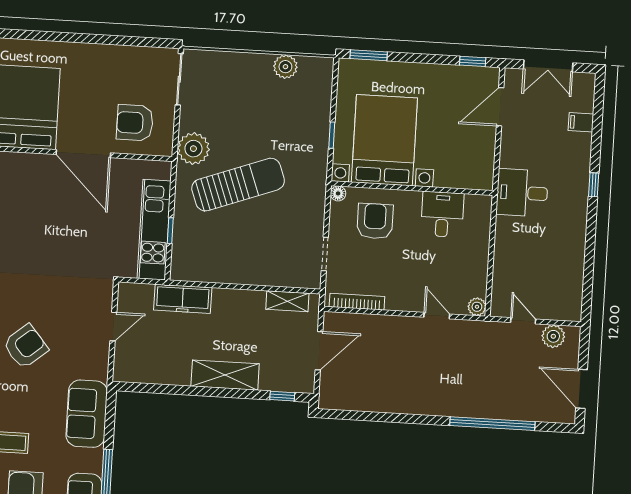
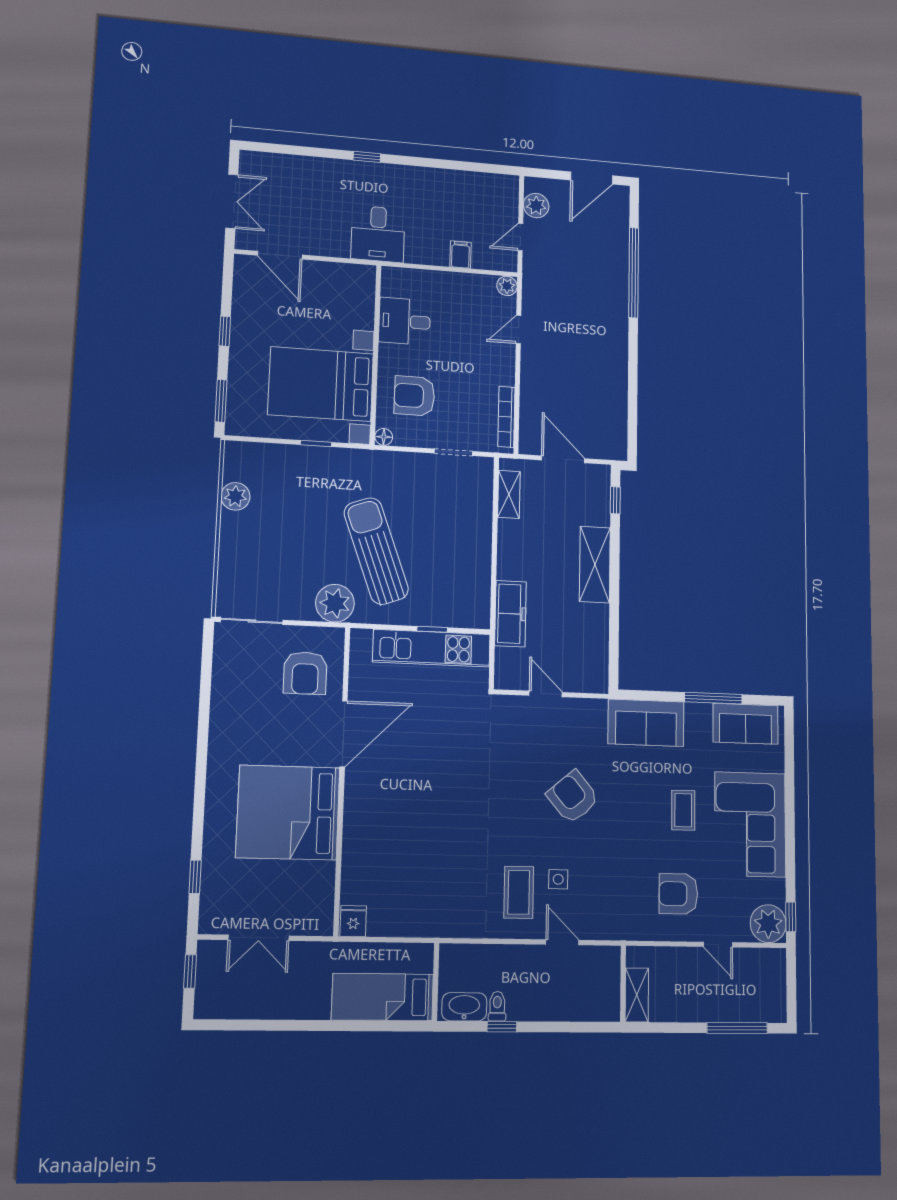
window: (473, 61) -> (225, 331), moved
filing cabinet: (581, 122) -> (460, 255), moved, turned 180

